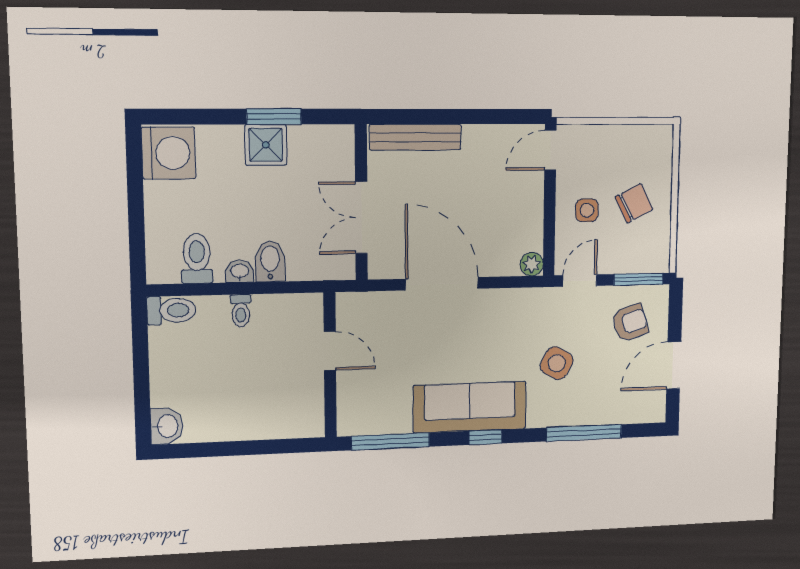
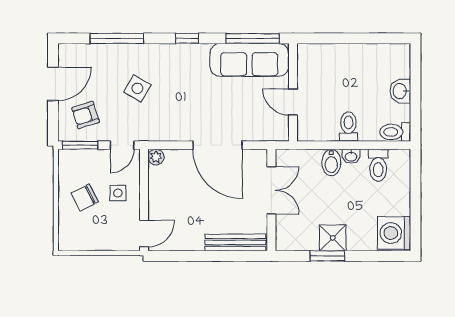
toilet: (241, 311) -> (348, 126), width x1.37, depth x1.39
sofa: (470, 407) -> (249, 60), moved
washbasin: (167, 426) -> (400, 91), moved

